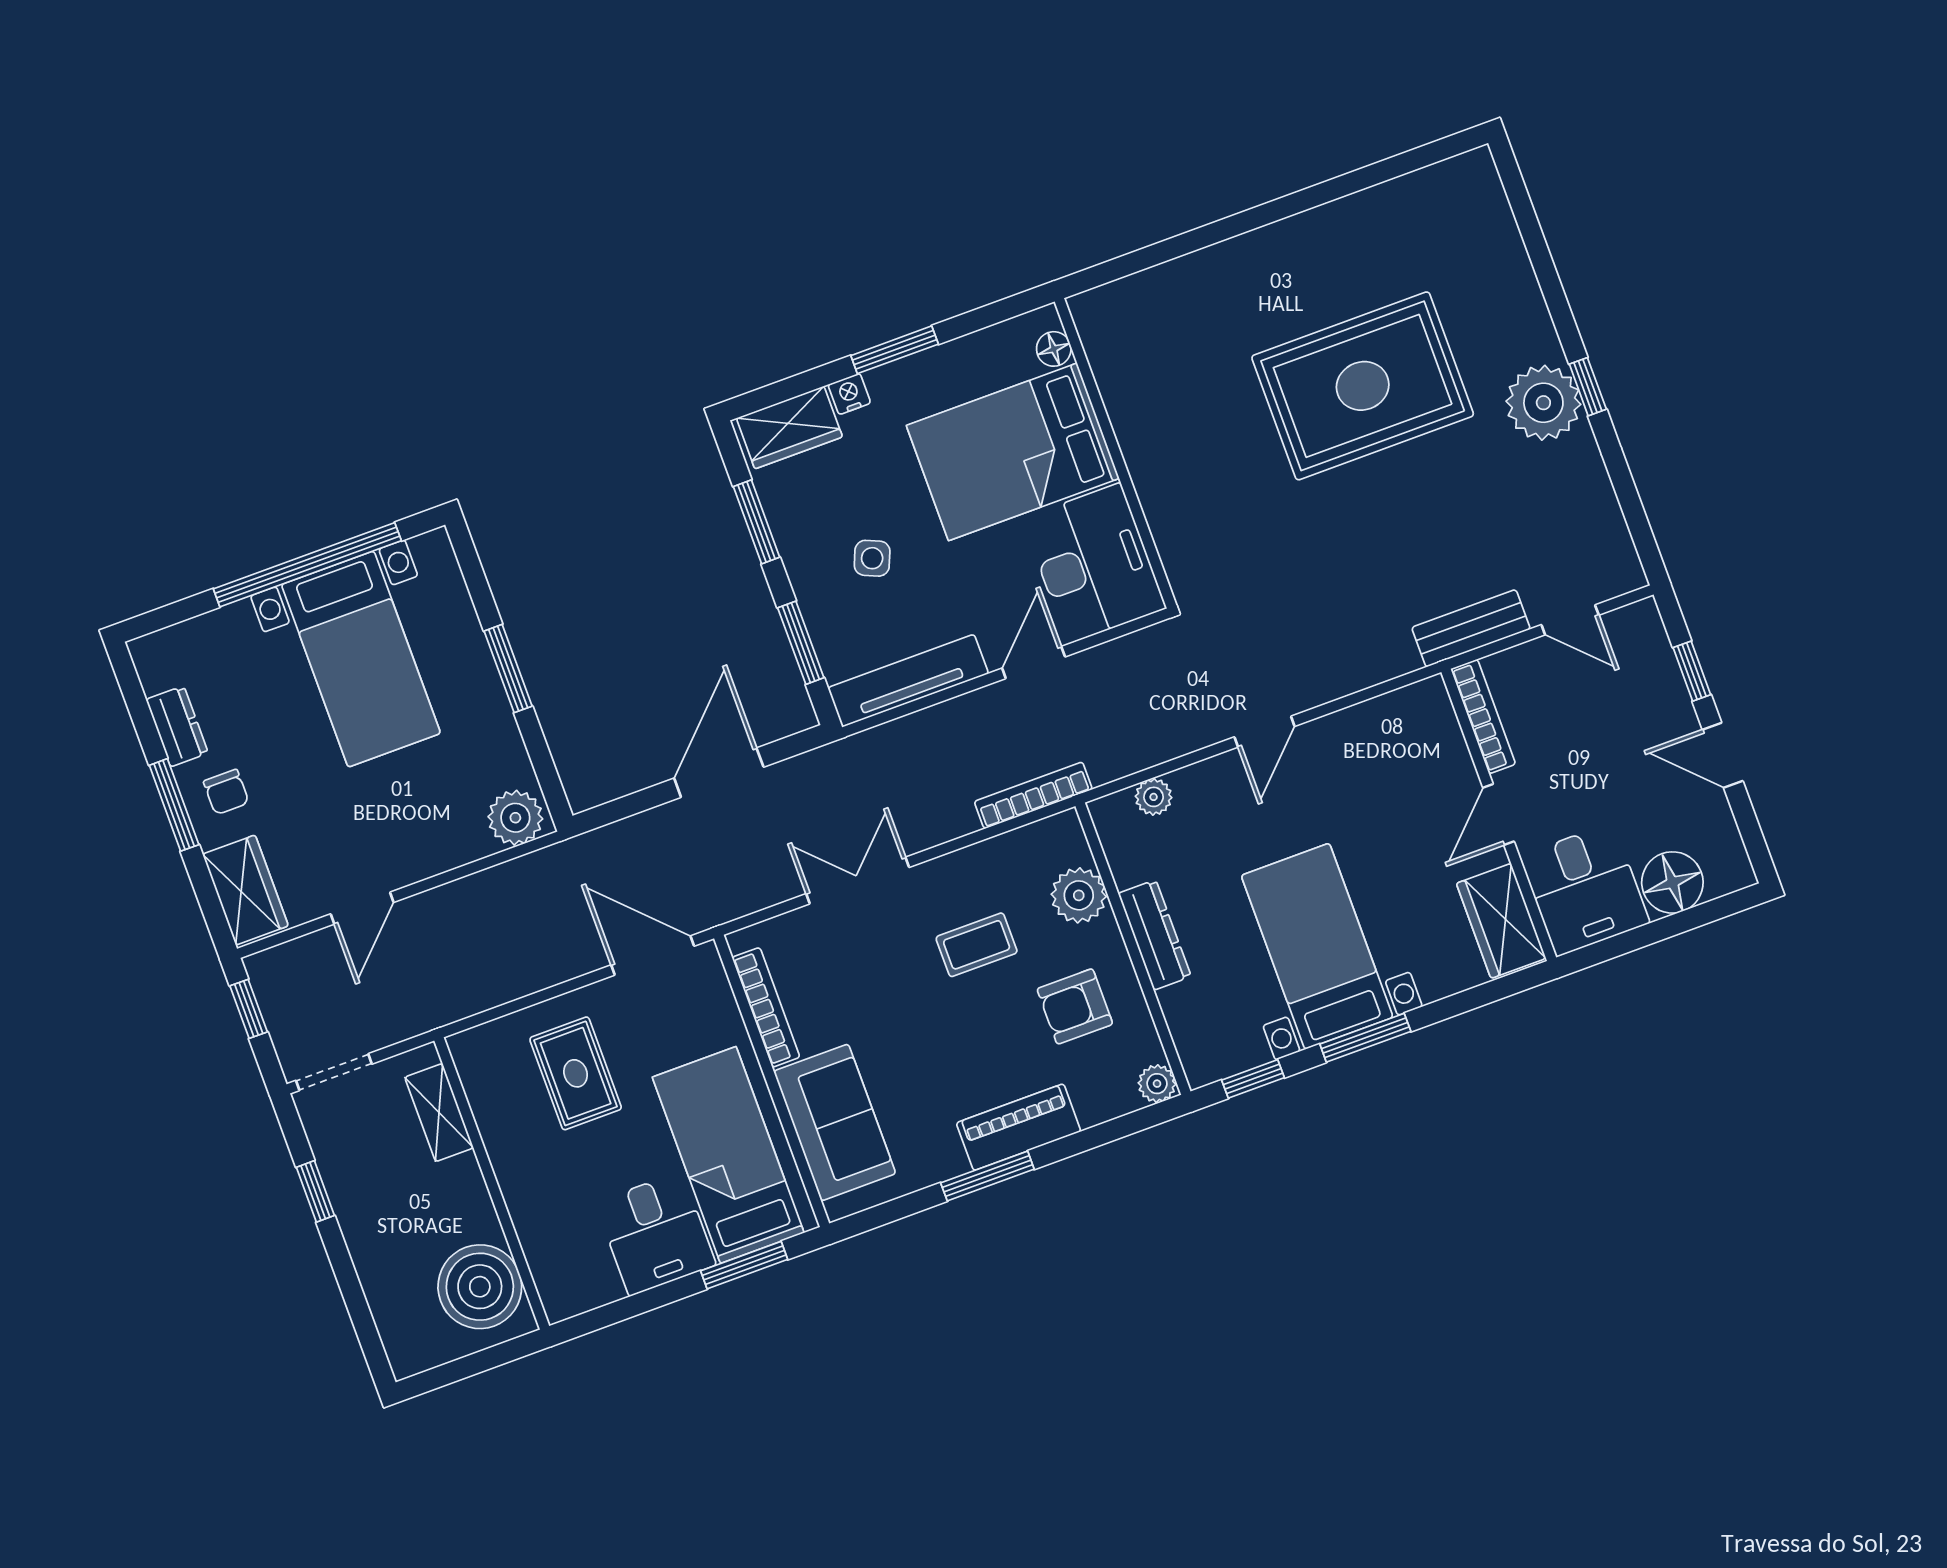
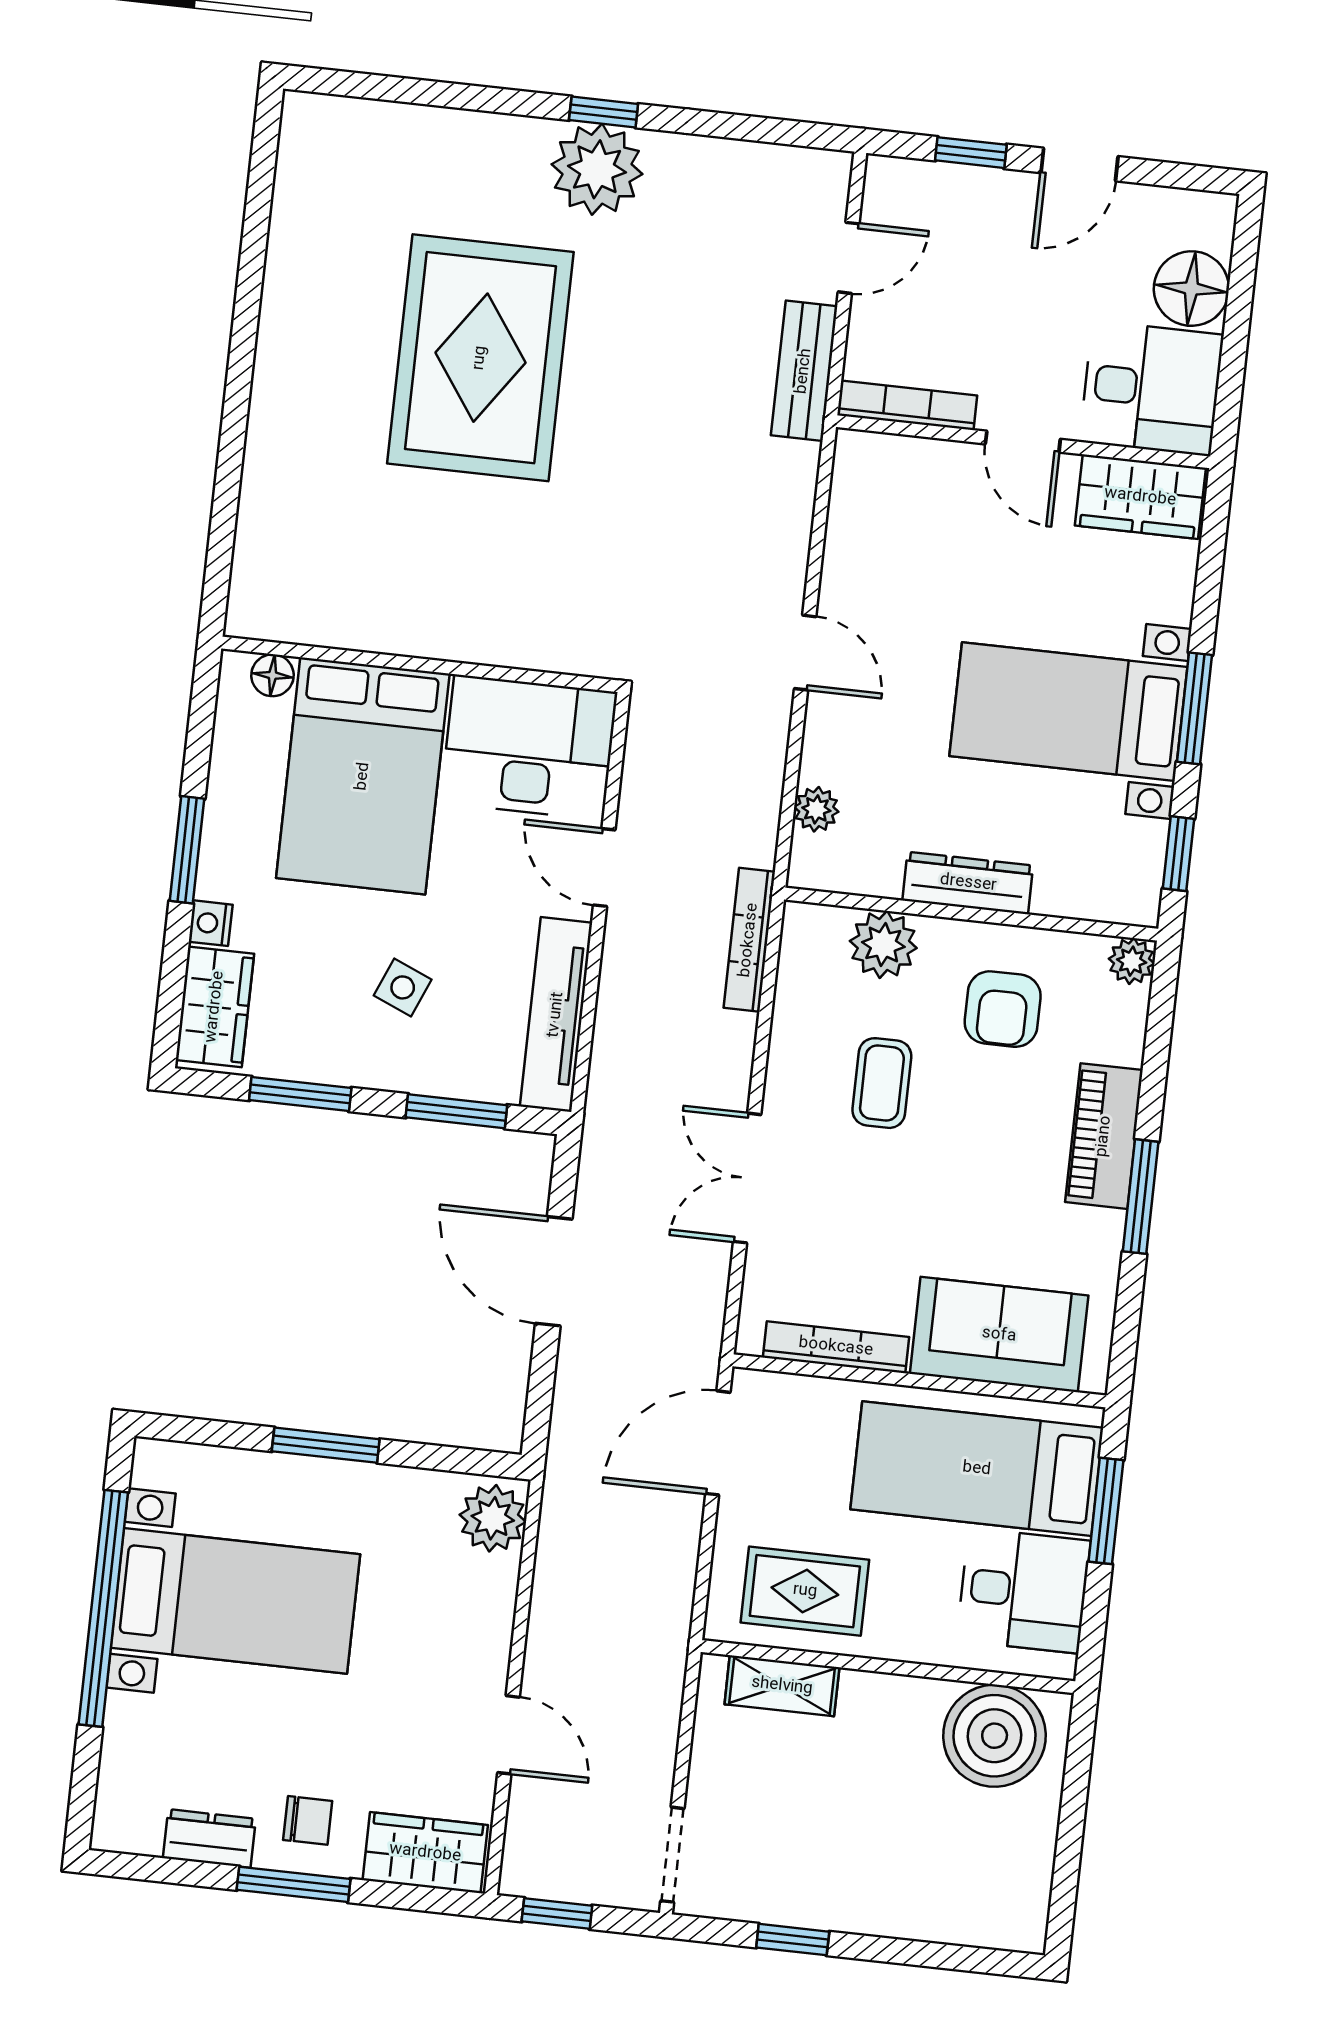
shelving: (439, 1113) -> (782, 1686), moved
wall: (492, 1183) -> (888, 1667), moved
boiler: (480, 1287) -> (995, 1736), moved

